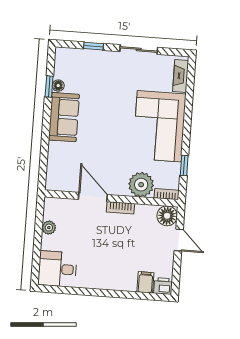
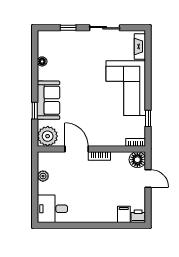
window: (49, 87) -> (35, 111), moved
sofa: (64, 117) -> (49, 100), moved
plant: (141, 185) -> (48, 136), moved

